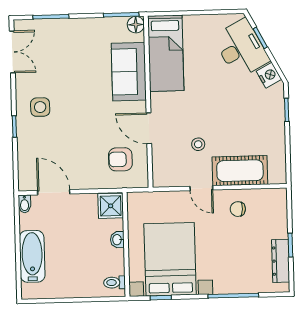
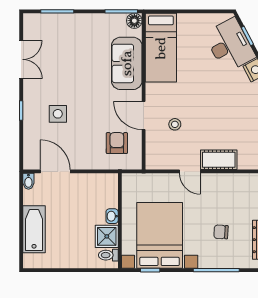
double door: (12, 52) -> (21, 59), moved
side table: (40, 107) -> (58, 114), moved
stool: (198, 144) -> (175, 124), moved
armchair: (120, 159) -> (117, 143), turned 90
cot: (240, 171) -> (219, 160), width x0.73, depth x0.75
shower: (111, 206) -> (107, 236), moved
chair: (238, 209) -> (221, 232), moved

